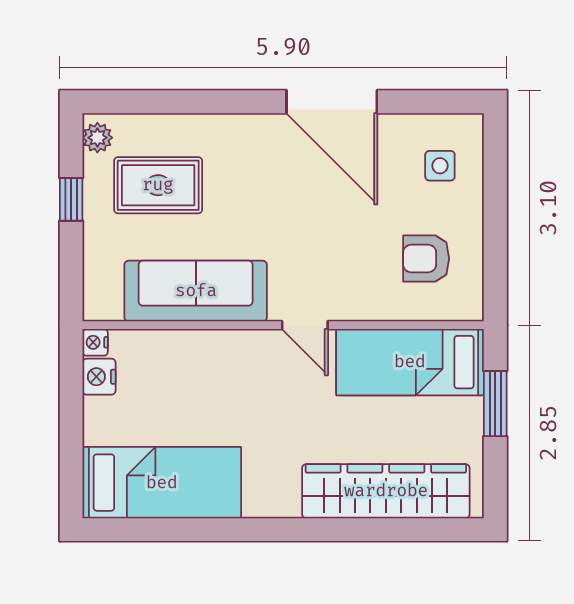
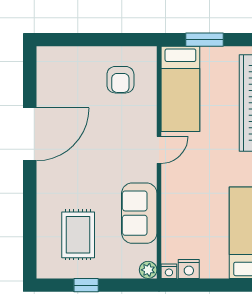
plant: (97, 138) -> (148, 270), moved
side table: (440, 166) -> (67, 72), removed
sofa: (196, 291) -> (139, 213), width x0.73

